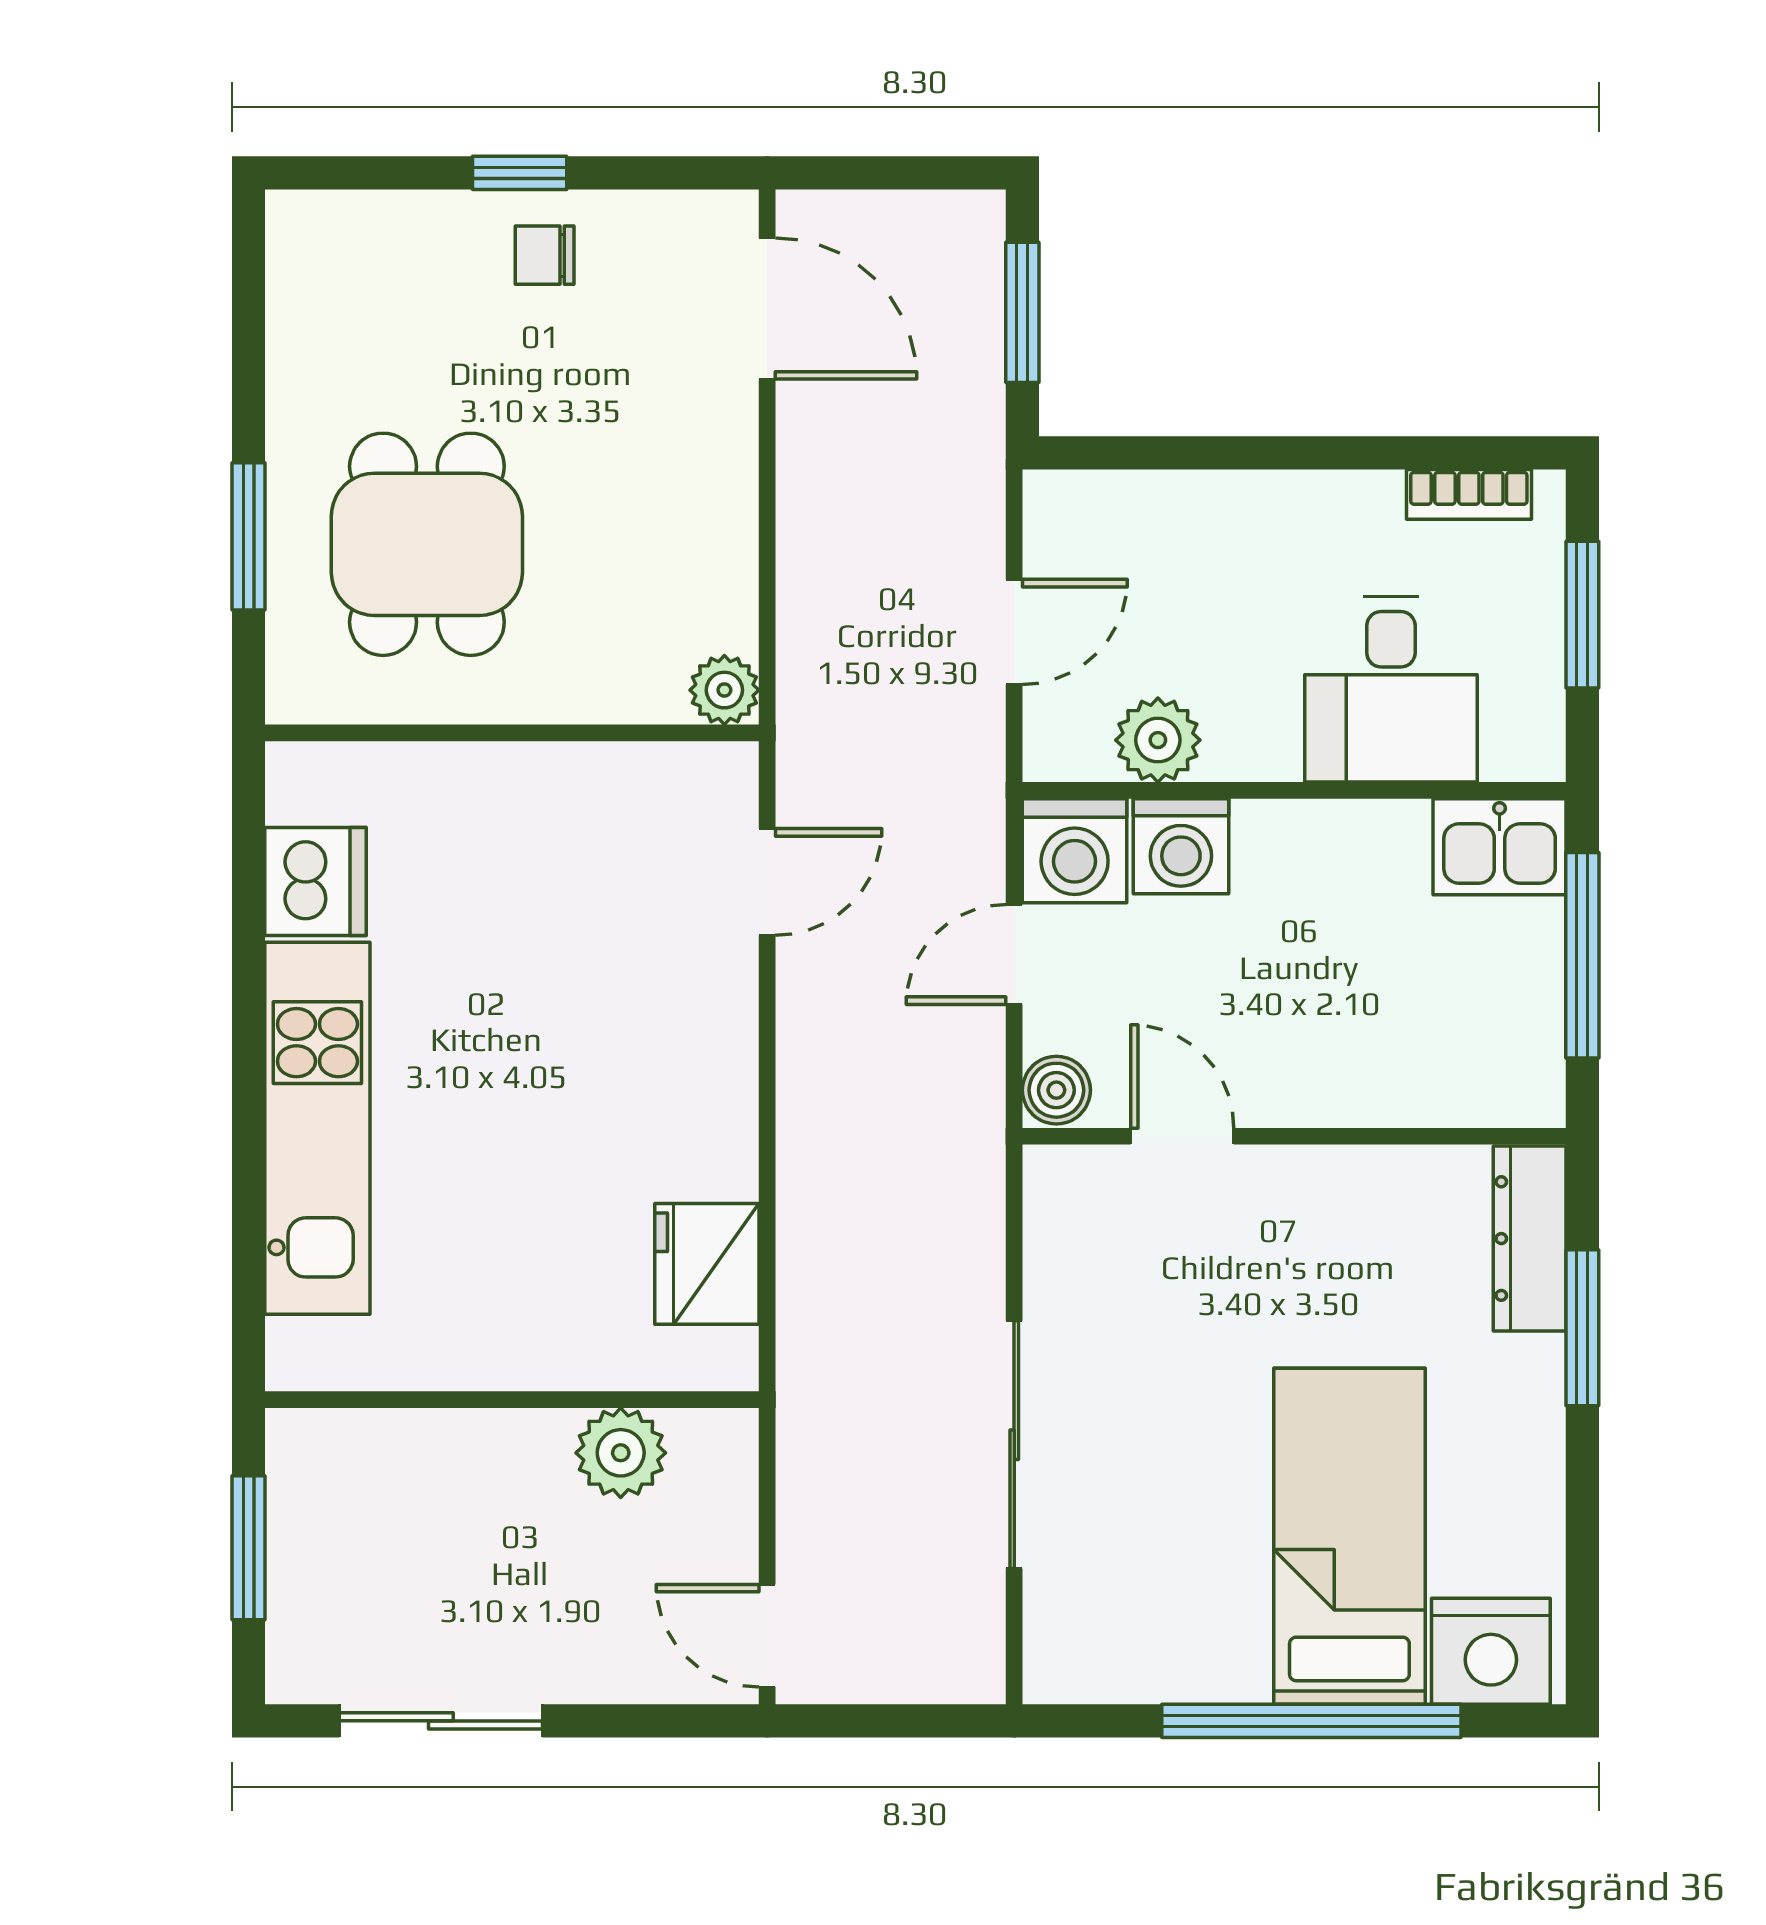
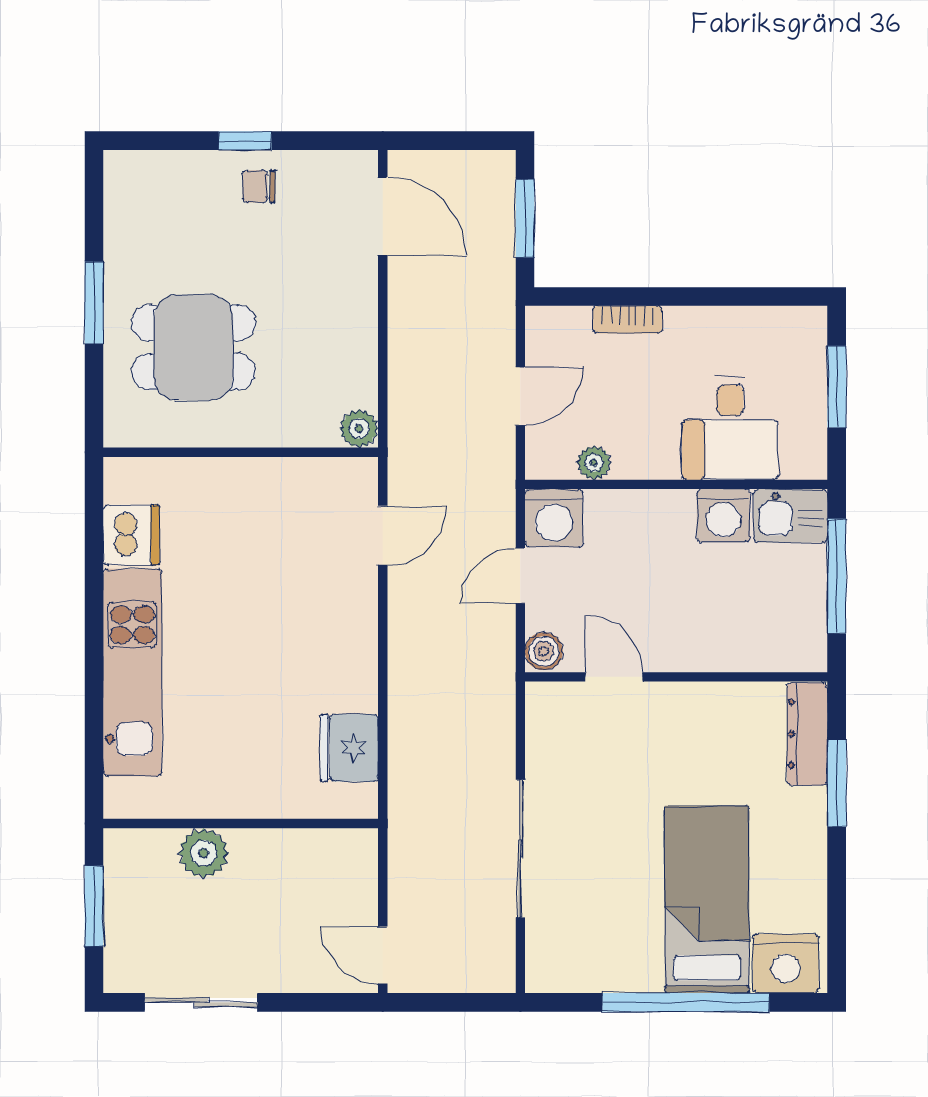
bookcase: (1469, 494) -> (628, 320), moved
window: (248, 536) -> (94, 303), moved
dining table: (427, 544) -> (193, 347), turned 90
plant: (1158, 740) -> (594, 463), width x0.73, depth x0.73
washing machine: (1181, 846) -> (723, 516), moved
plant: (621, 1453) -> (204, 853), moved

